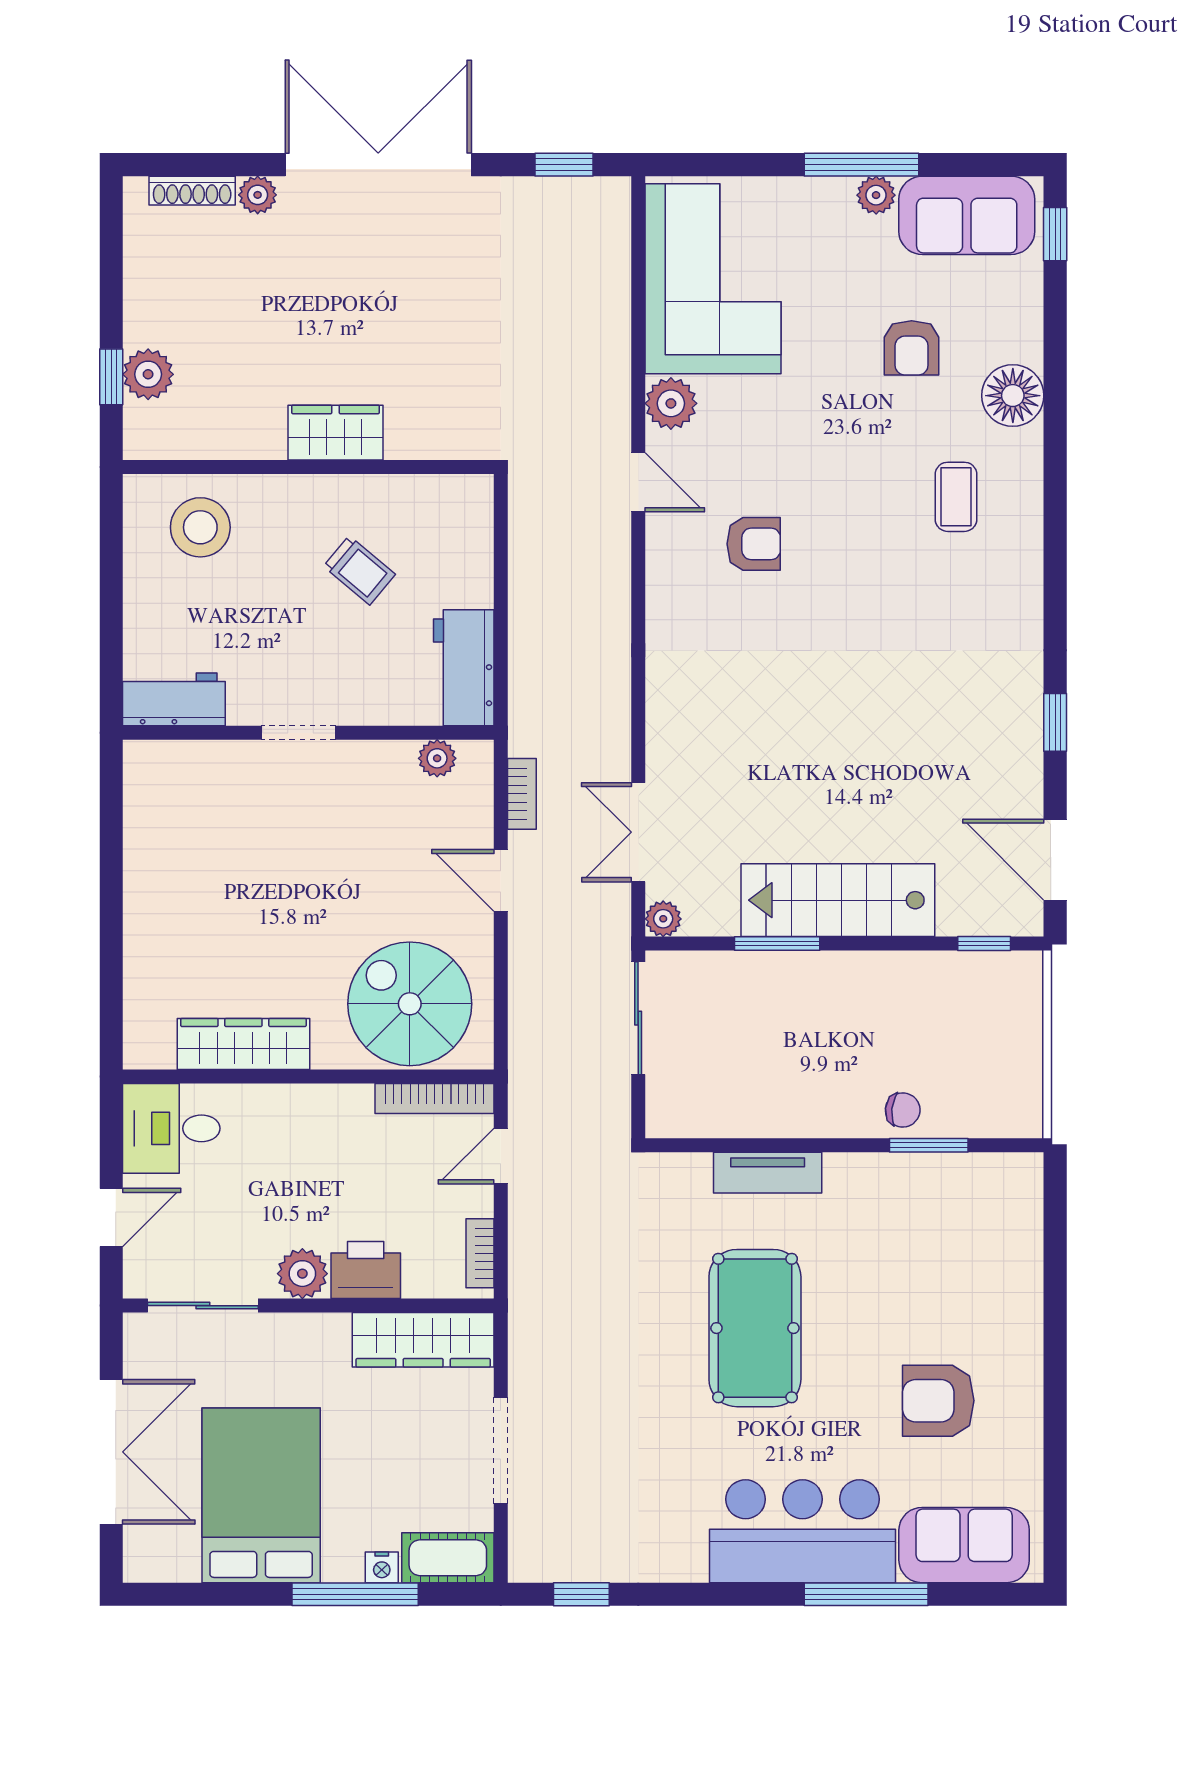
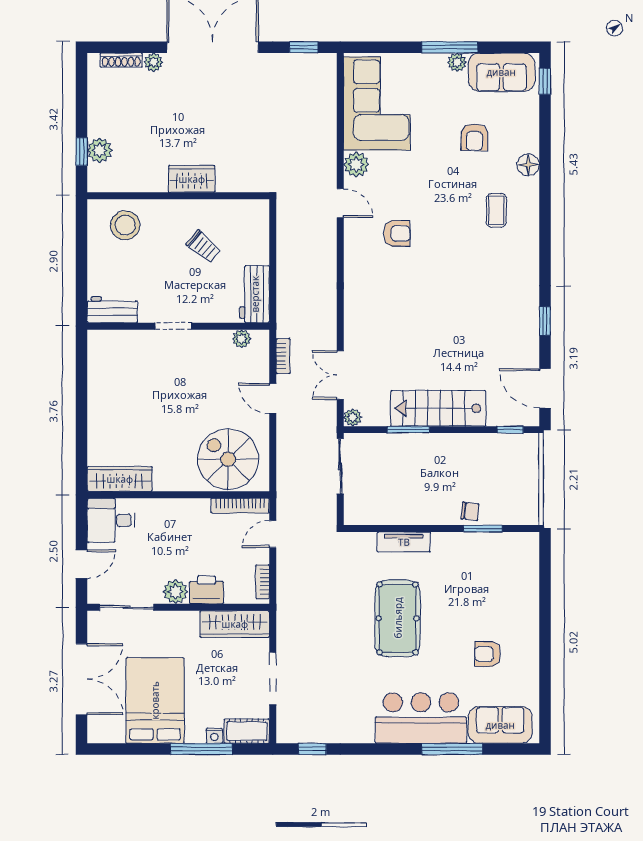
floor lamp: (1013, 396) -> (528, 165), width x0.73, depth x0.73
wardrobe: (243, 1044) -> (120, 479), moved
armchair: (938, 1401) -> (487, 654), width x0.72, depth x0.72

